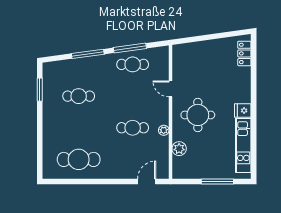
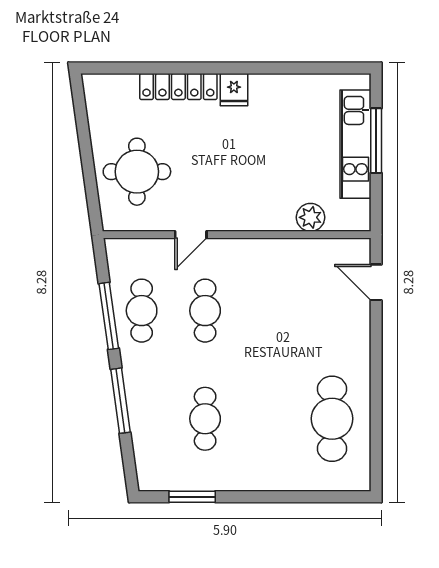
locker: (244, 53) -> (178, 87), moved, width x1.53
round table: (198, 115) -> (137, 172), moved
cafe table: (133, 128) -> (205, 311), moved
plant: (164, 130) -> (274, 248), removed
kitchen unit: (243, 145) -> (356, 144), moved, turned 90

